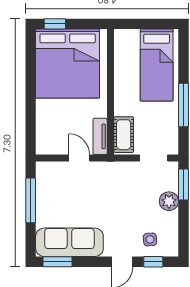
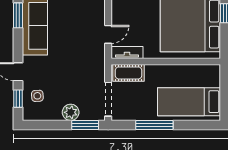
doorway: (154, 158) -> (108, 99), width x1.38

